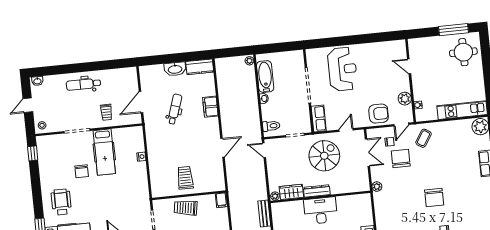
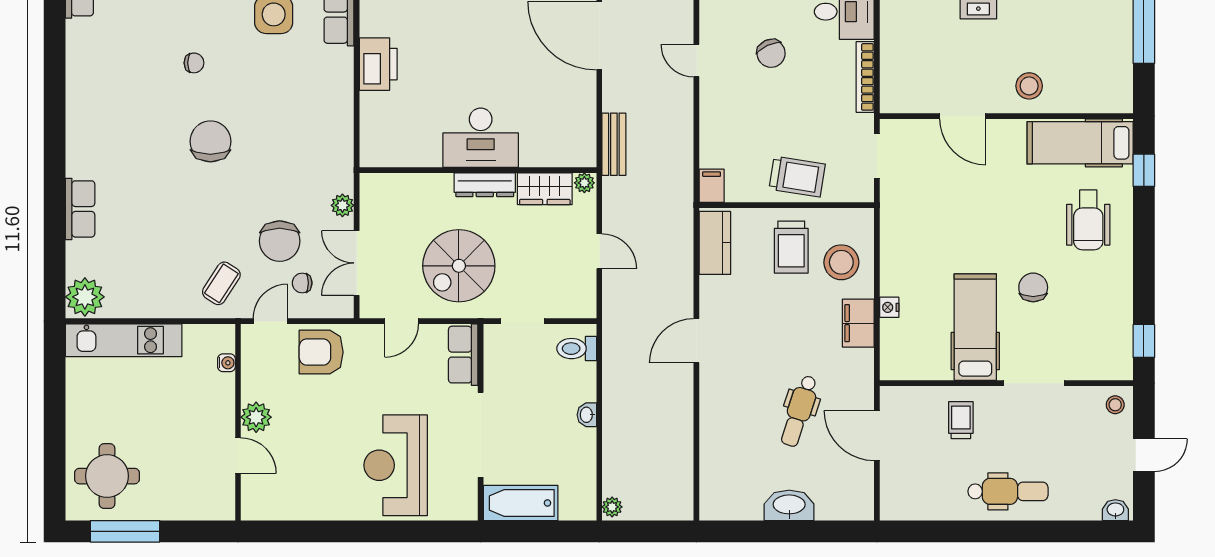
kitchen counter: (200, 67) -> (715, 243), moved, turned 90
bathtub: (265, 77) -> (521, 503), moved, turned 90
plant: (405, 99) -> (256, 417), moved
door: (141, 102) -> (877, 436), swing flipped
filing cabinet: (210, 107) -> (858, 323), moved, turned 180
door: (222, 148) -> (696, 341), moved
door: (264, 150) -> (599, 251), moved
stool: (163, 174) -> (841, 262), added
plant: (377, 187) -> (342, 205), moved

